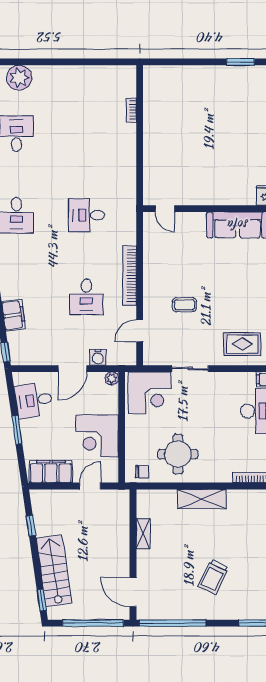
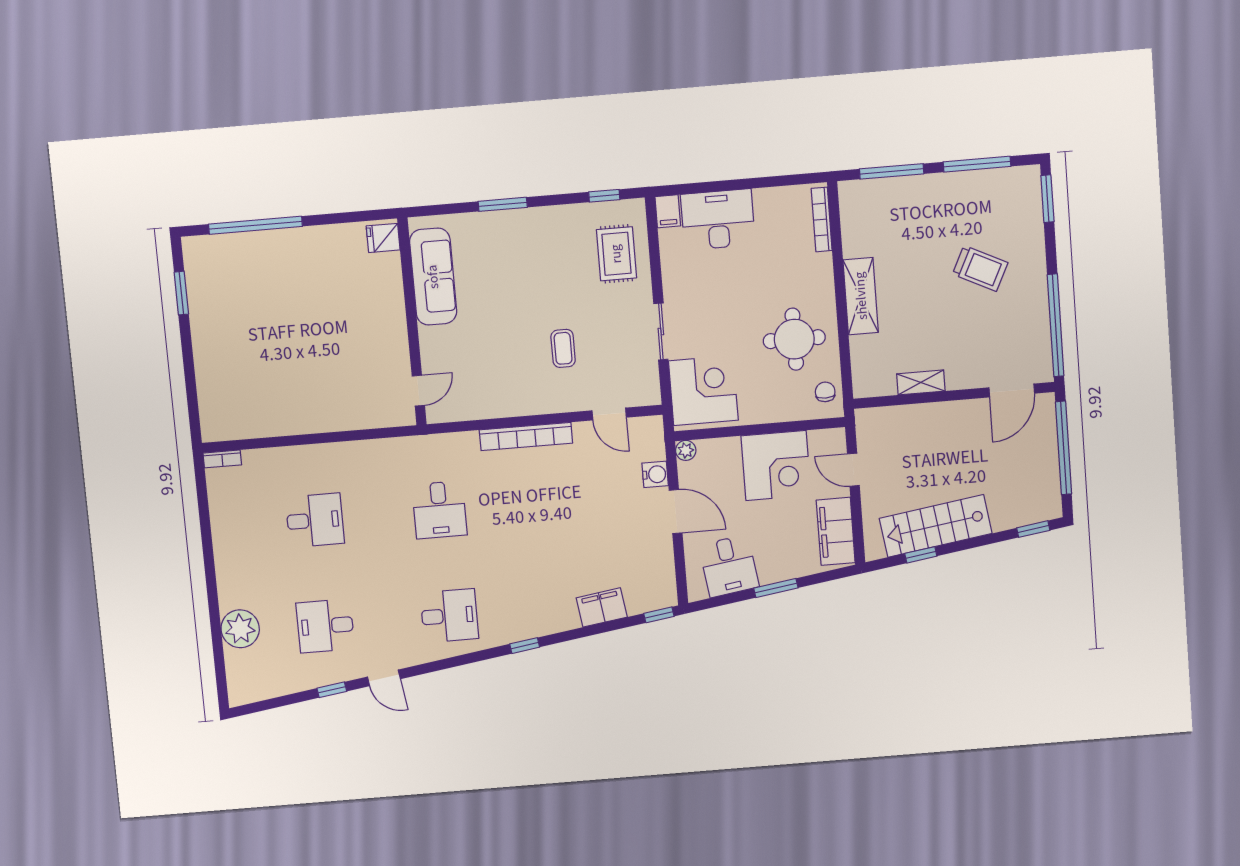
bookcase: (131, 110) -> (222, 459), moved
desk: (86, 297) -> (315, 520), moved
stairs: (54, 571) -> (936, 526), moved

